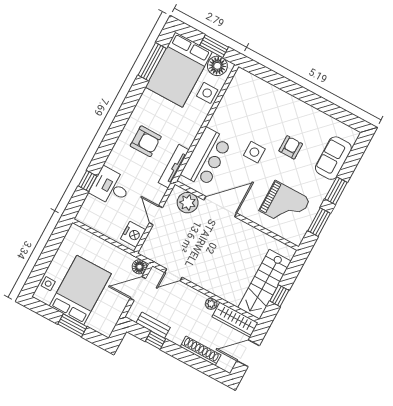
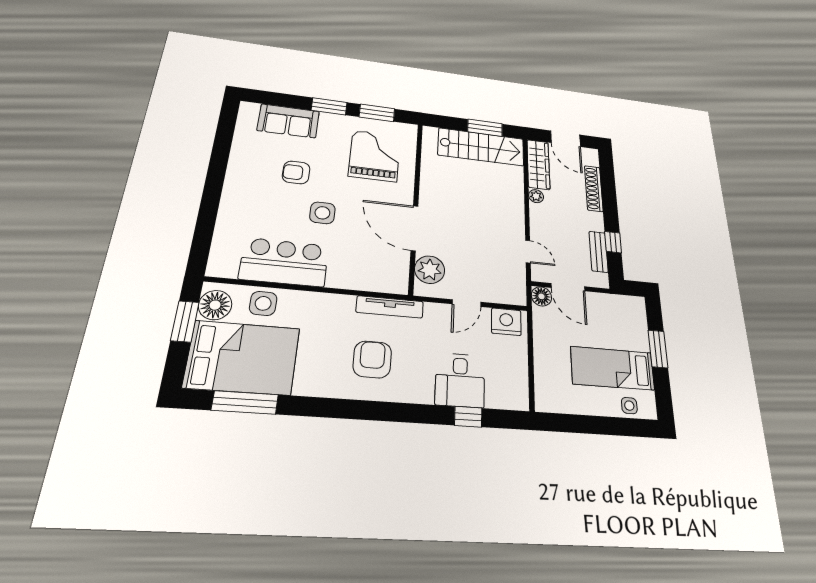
bar counter: (206, 158) -> (284, 262), moved
bed: (80, 290) -> (612, 368), width x0.67
window: (279, 296) -> (485, 128), width x1.50

